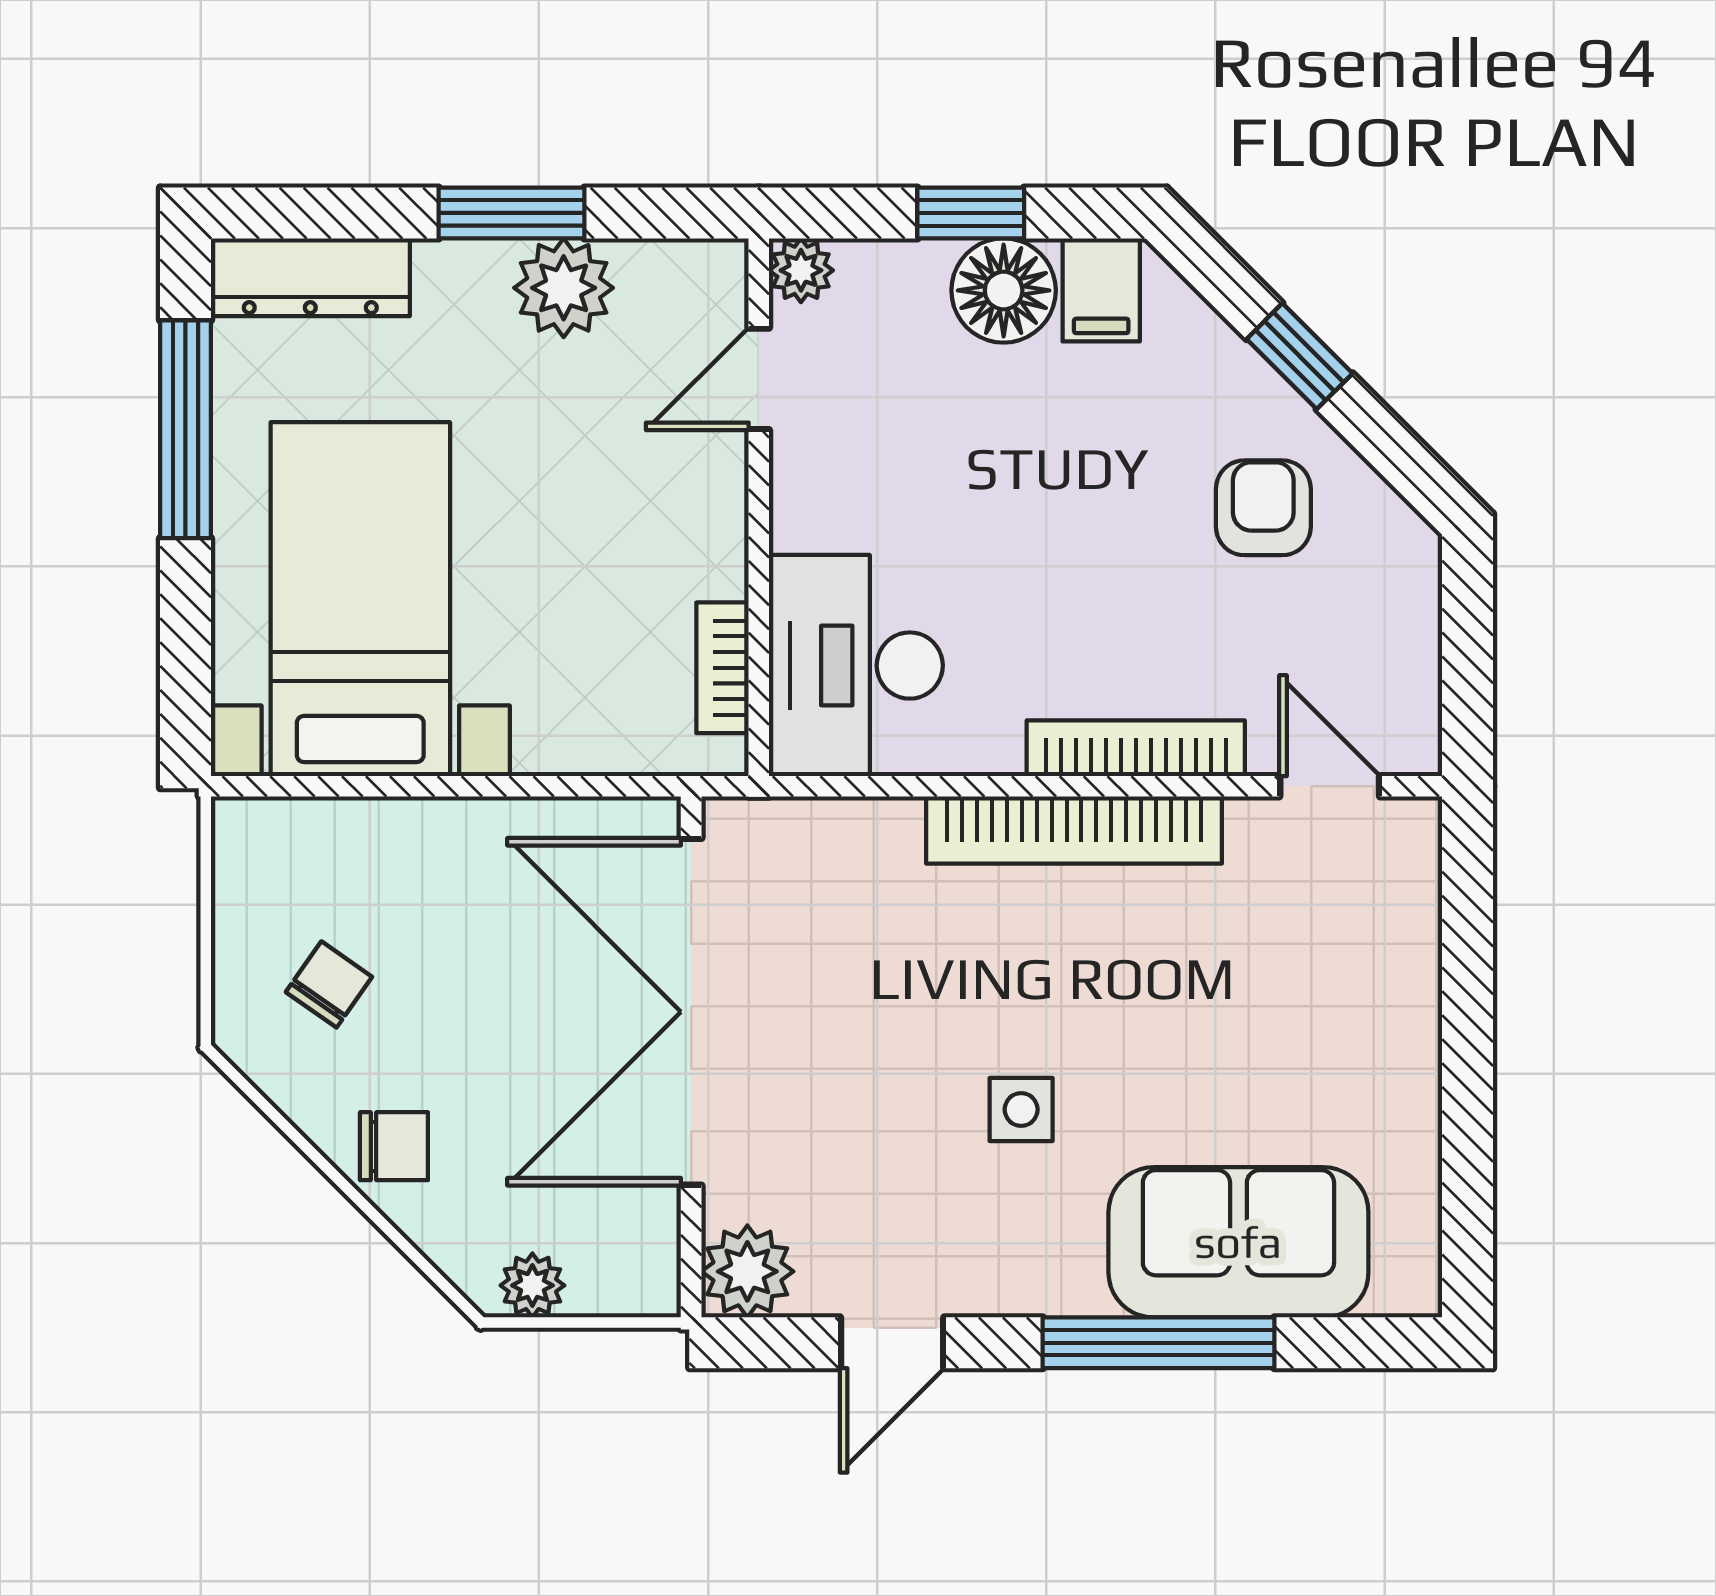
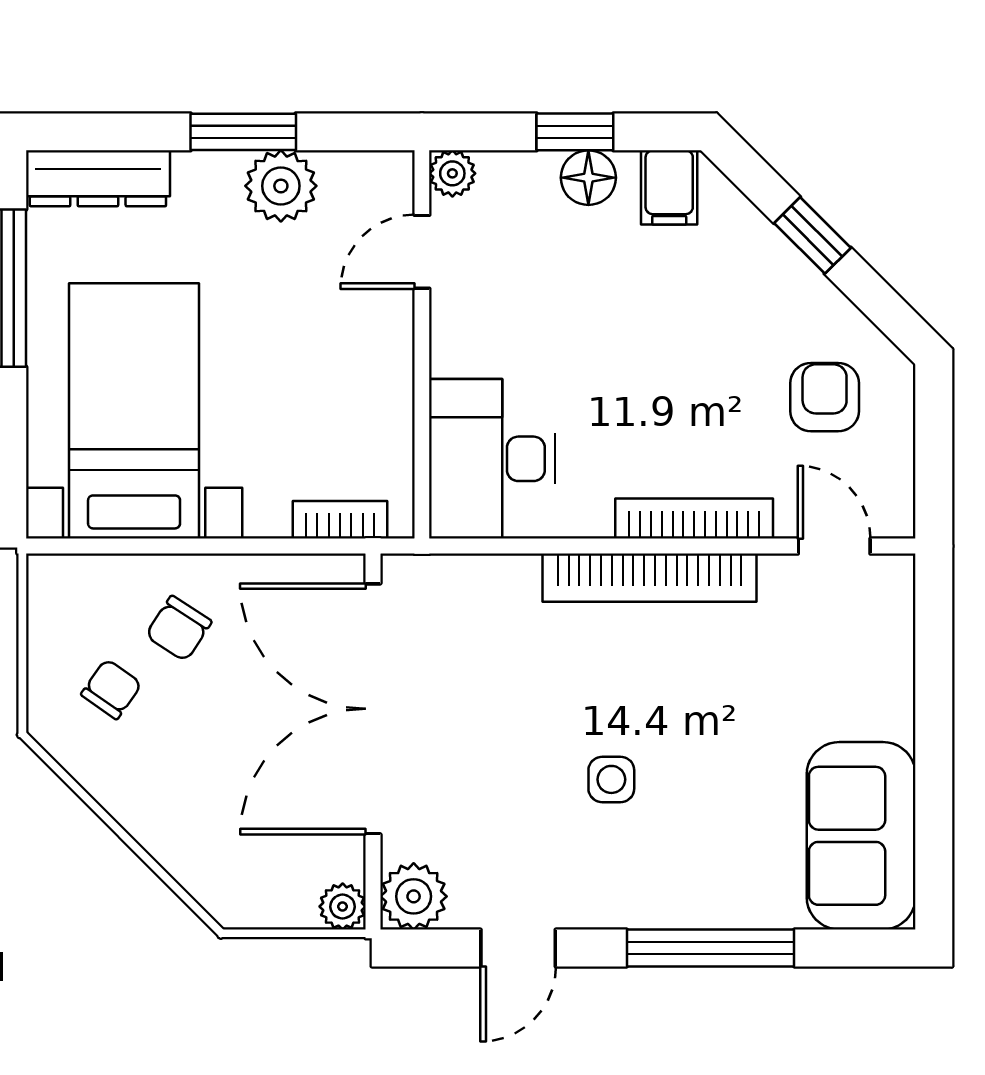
floor lamp: (1004, 290) -> (588, 178), width x0.73, depth x0.73
armchair: (1263, 508) -> (825, 397), moved
bookcase: (722, 668) -> (340, 520), moved, turned 90
chair: (394, 1146) -> (179, 629), moved, turned 123
sofa: (1238, 1242) -> (861, 836), moved, turned -90
plant: (532, 1285) -> (343, 907), moved

